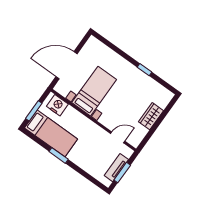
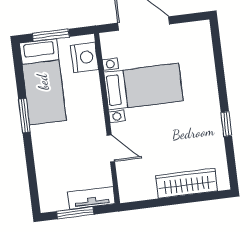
wardrobe: (151, 116) -> (187, 183), width x1.50
door: (118, 137) -> (111, 148), moved
tv unit: (116, 168) -> (91, 198), moved

